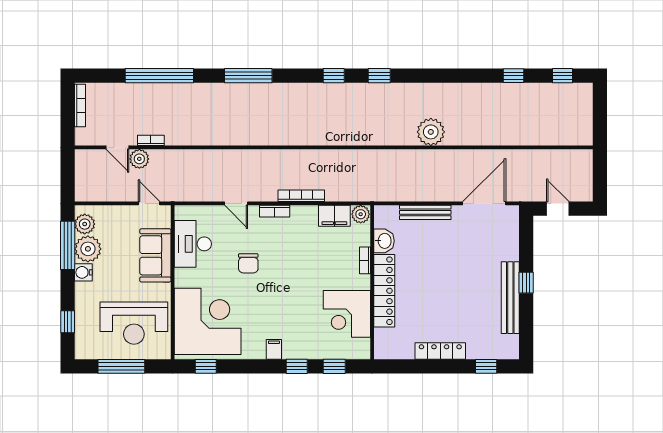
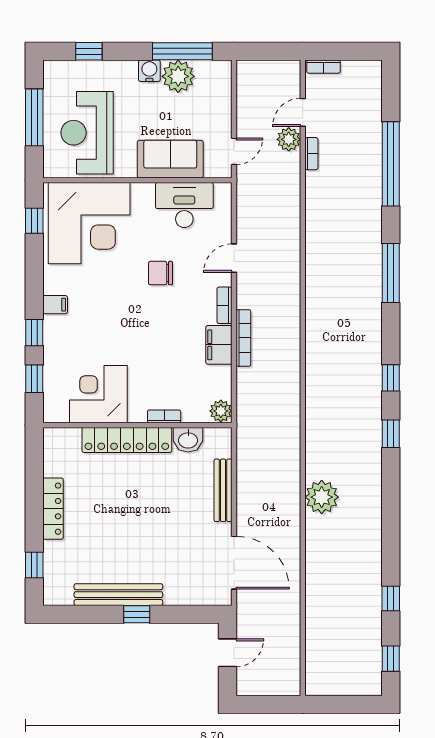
bookcase: (80, 105) -> (323, 67), moved, width x0.64
filing cabinet: (334, 216) -> (219, 345), moved
plant: (85, 224) -> (209, 72), removed

